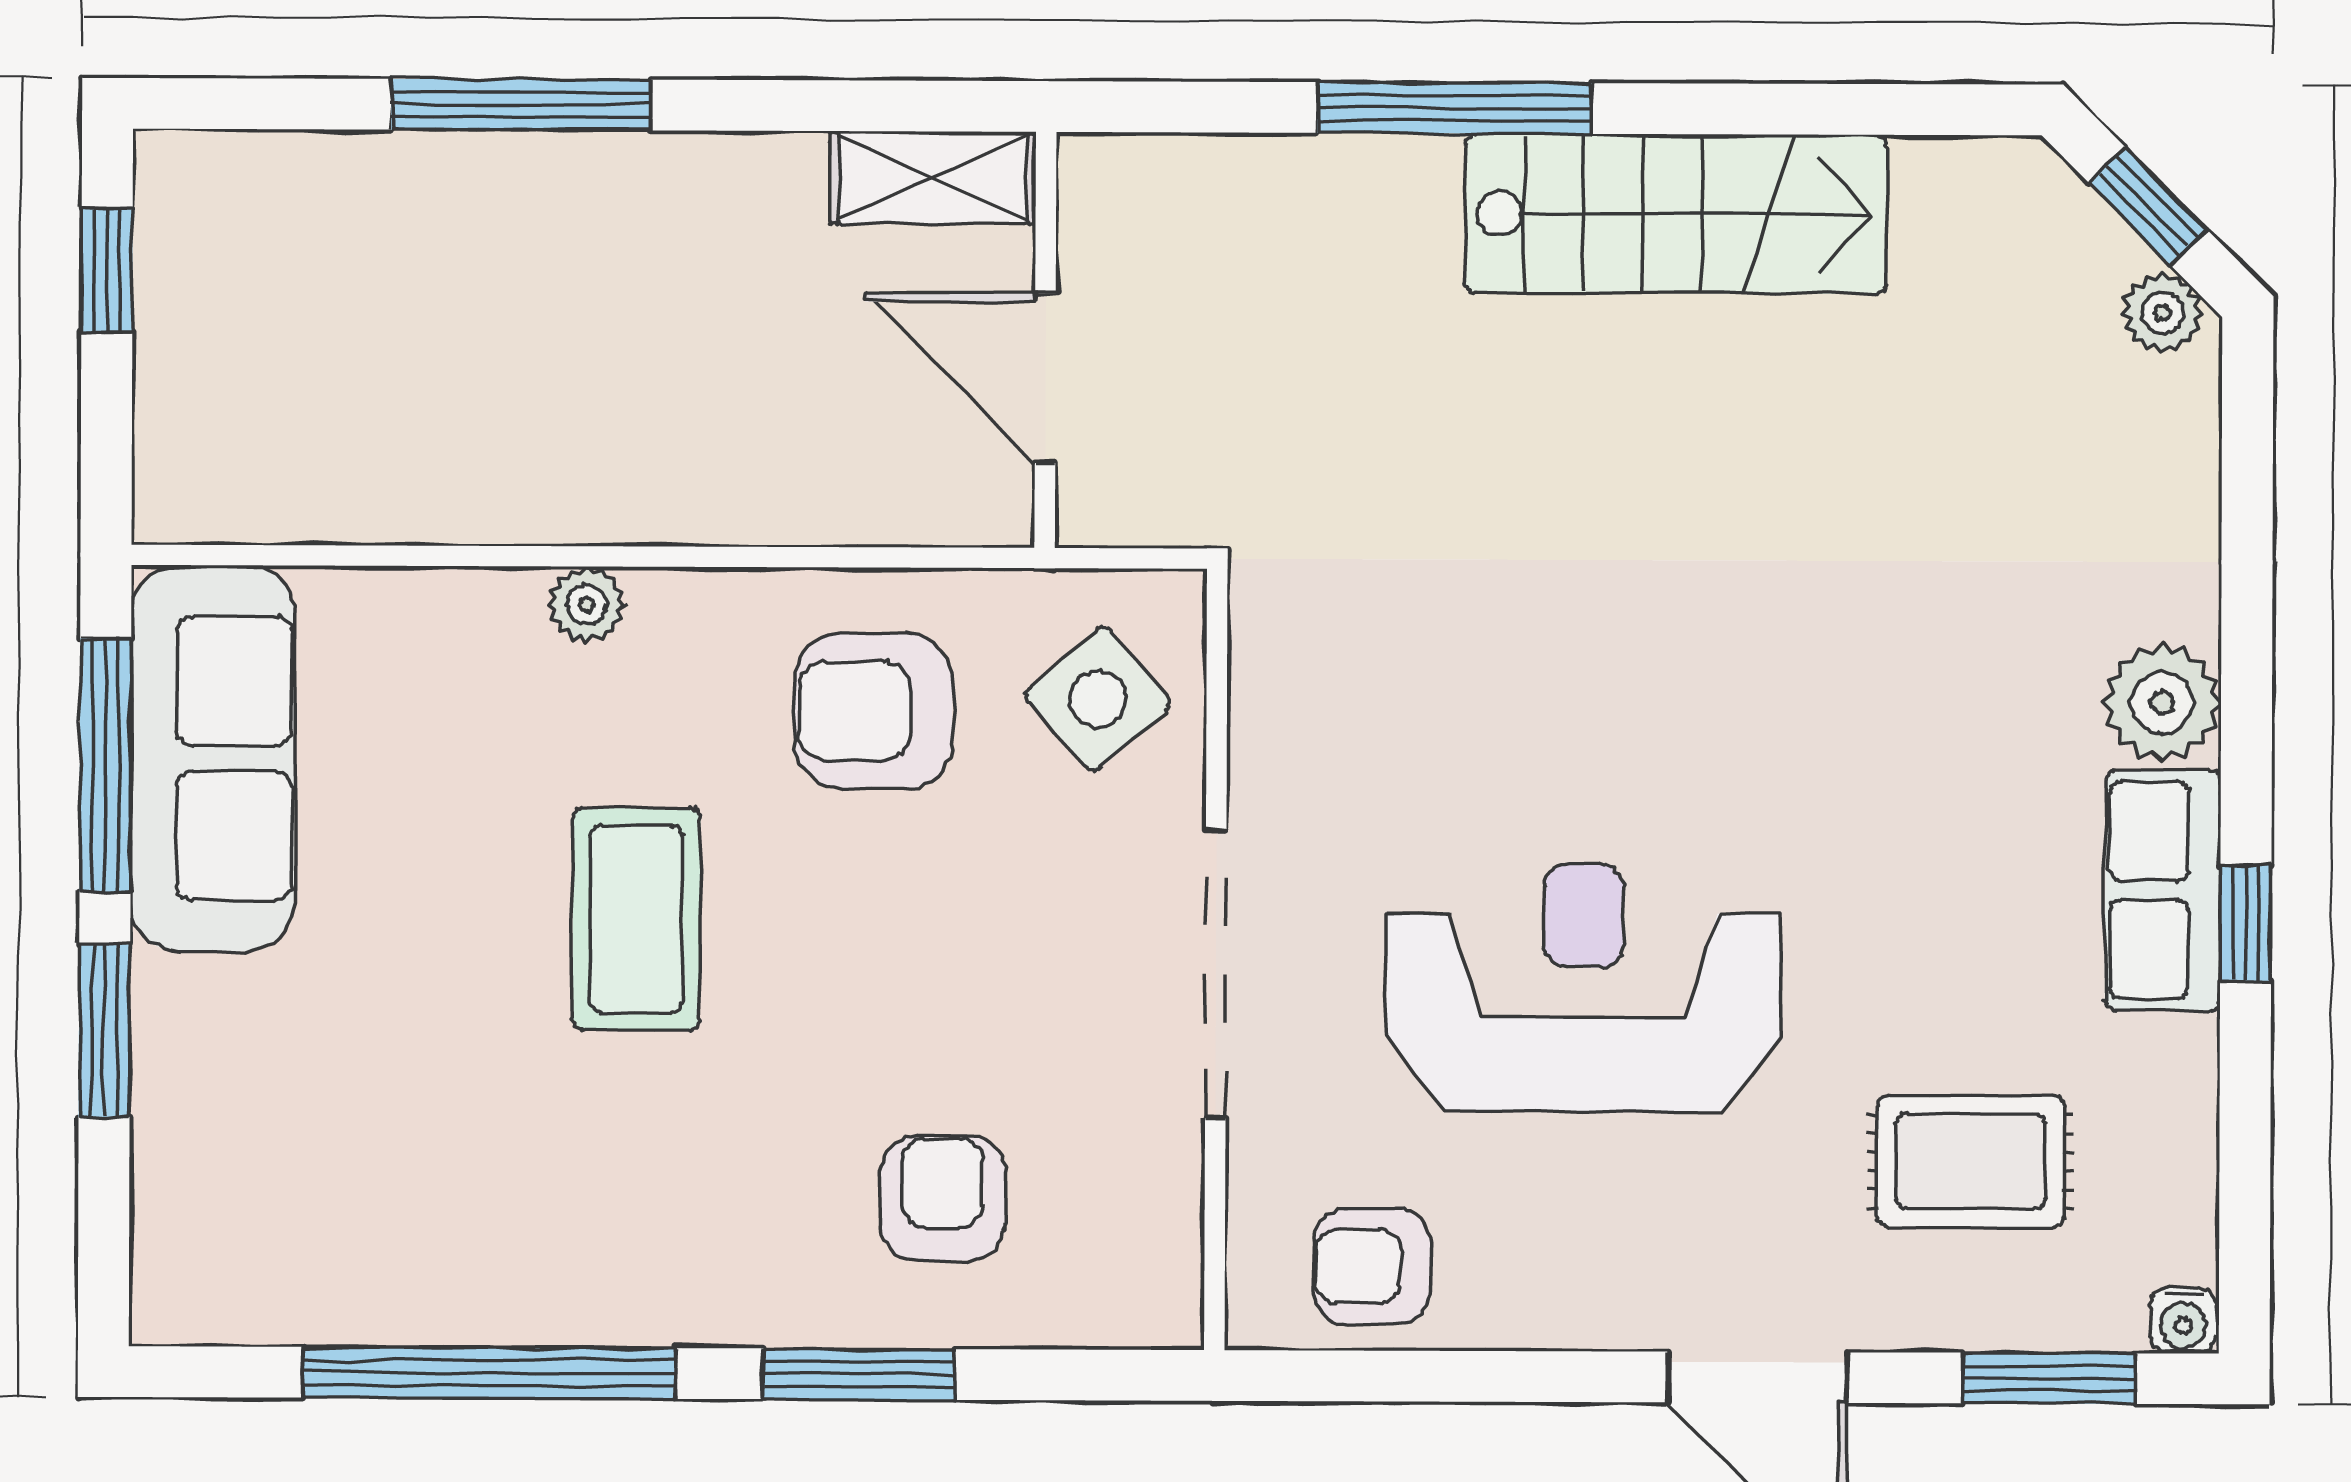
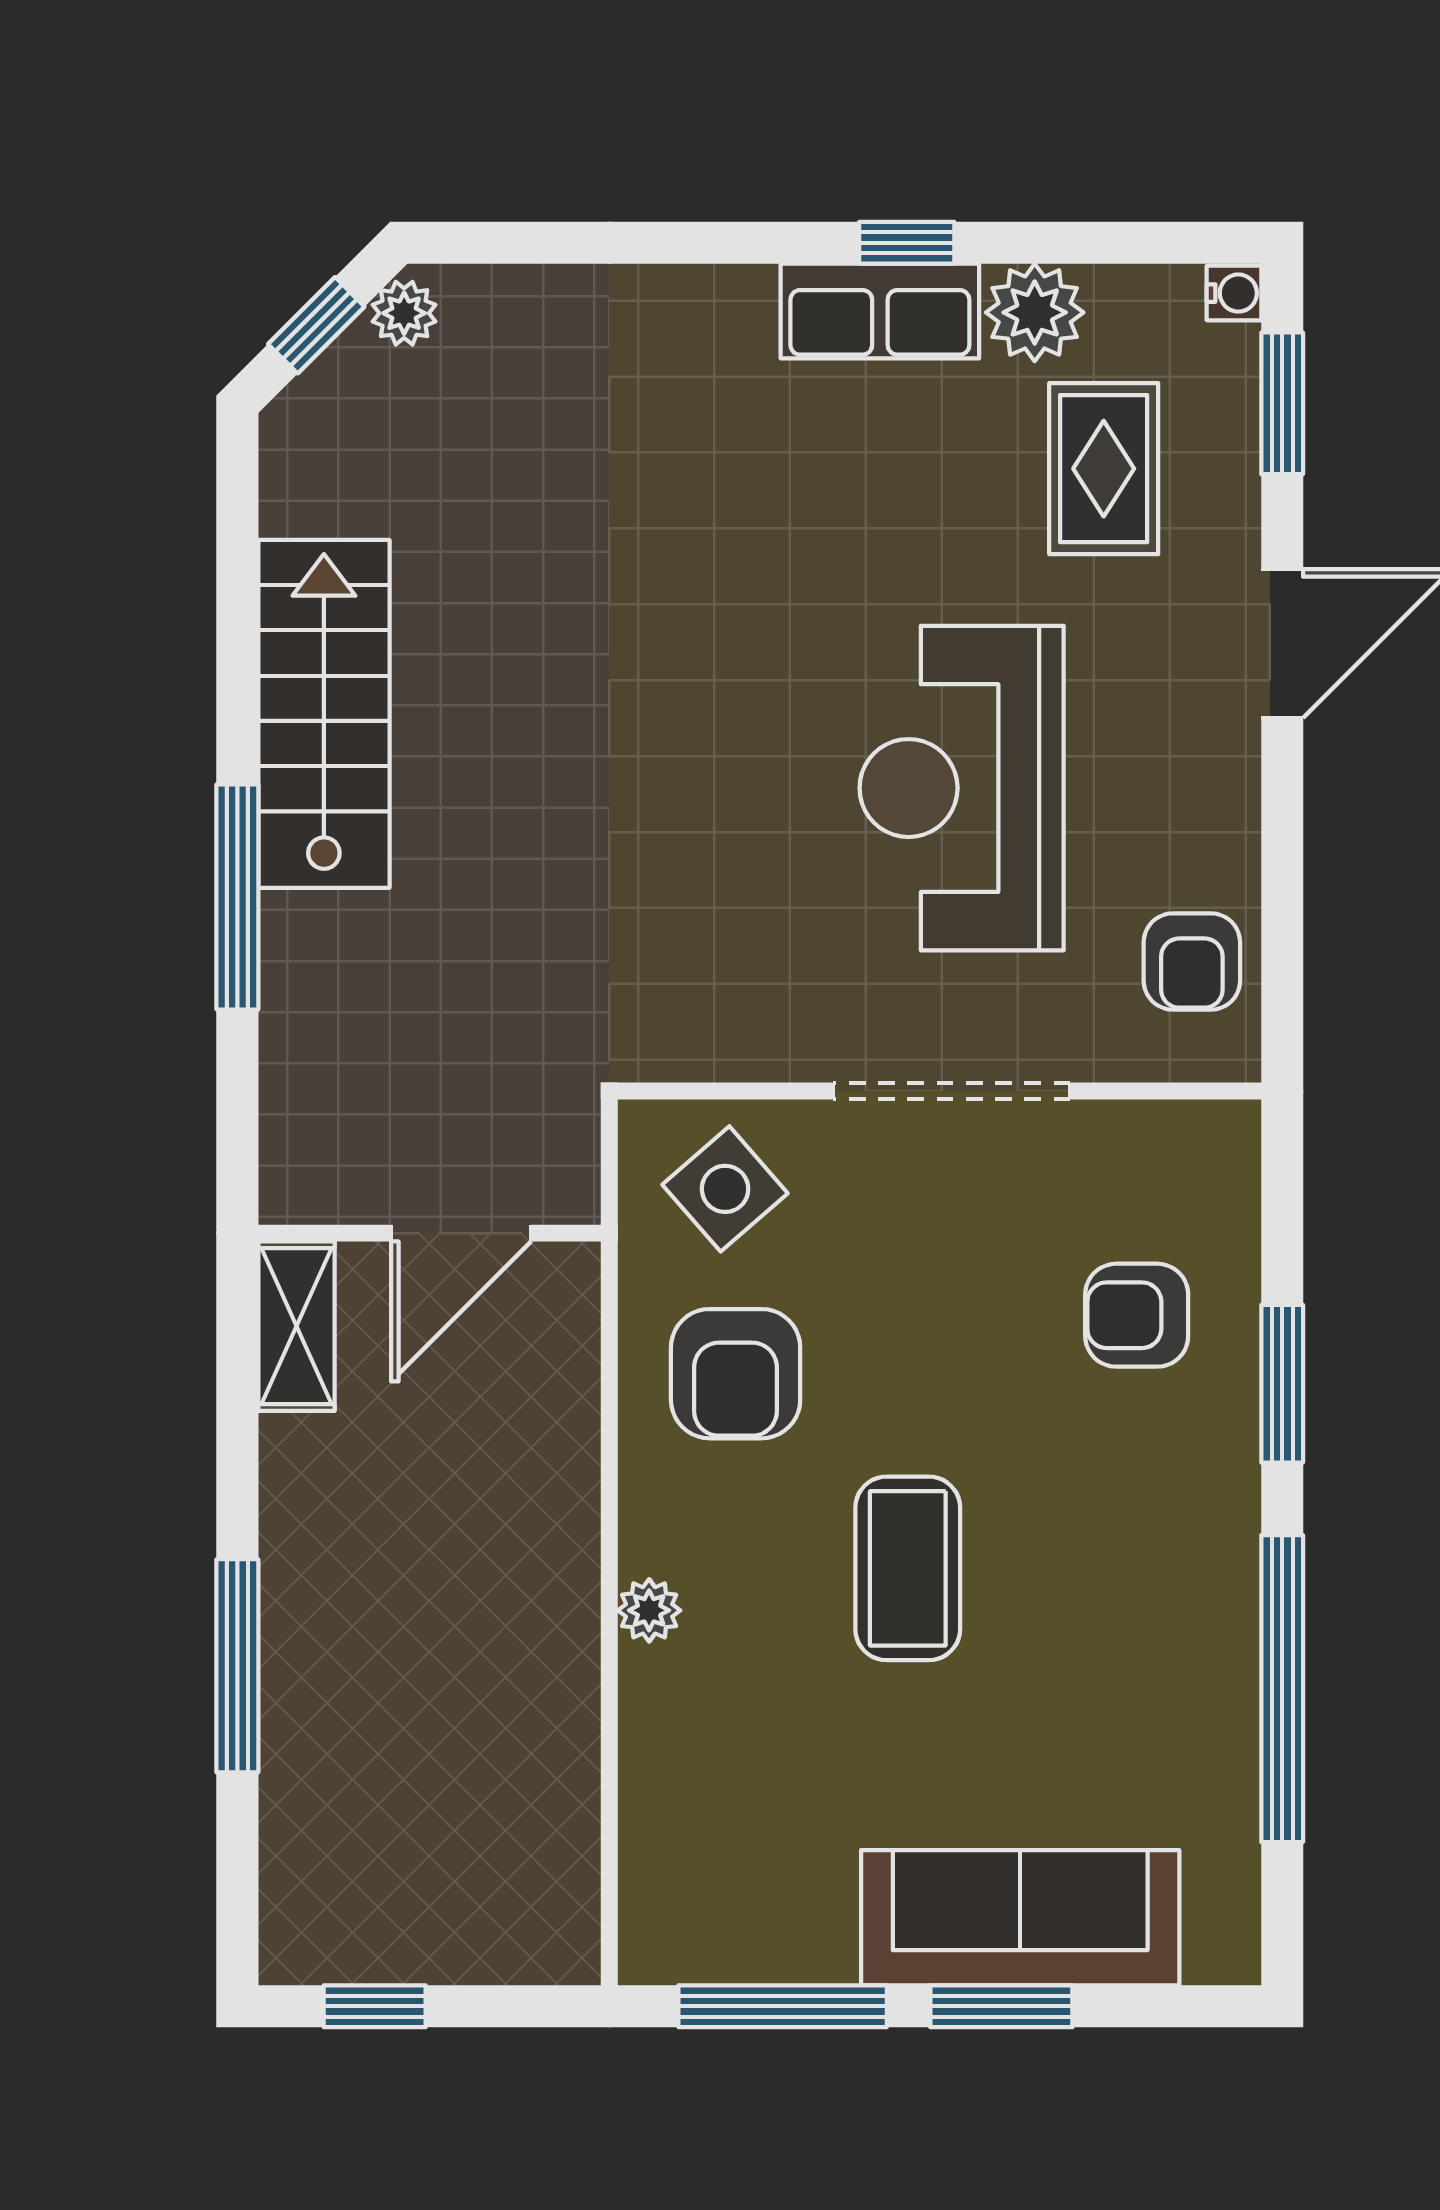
plant: (2162, 703) -> (1035, 312), moved
sofa: (213, 758) -> (1020, 1918), moved
coffee table: (636, 919) -> (908, 1568), turned 90

